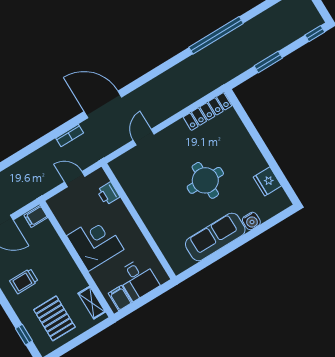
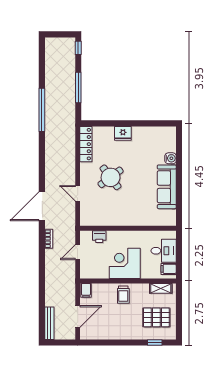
window: (268, 62) -> (78, 88), width x1.44
round table: (205, 180) -> (111, 177), moved, turned -37
fridge: (267, 181) -> (123, 133), moved
trolley: (24, 281) -> (123, 295), moved

